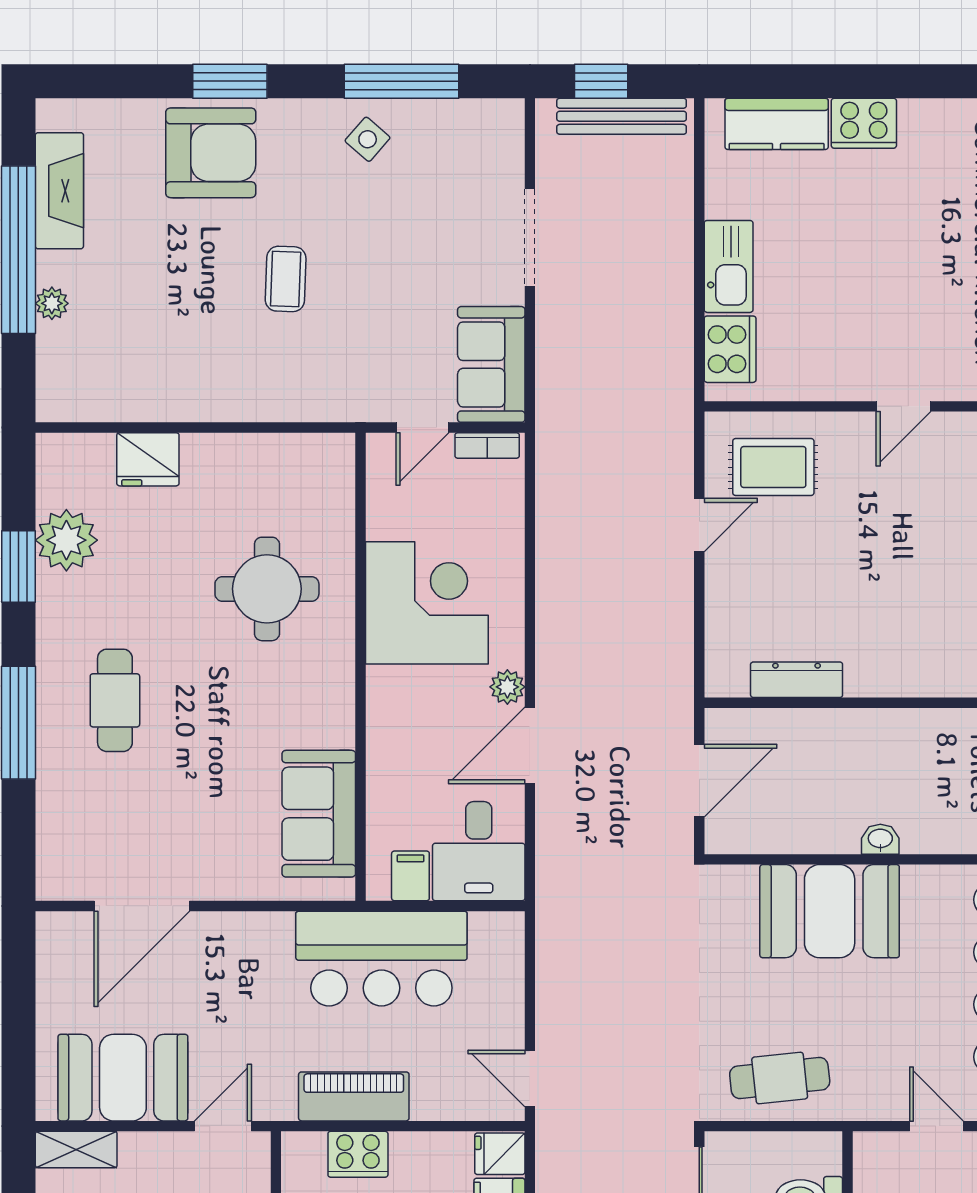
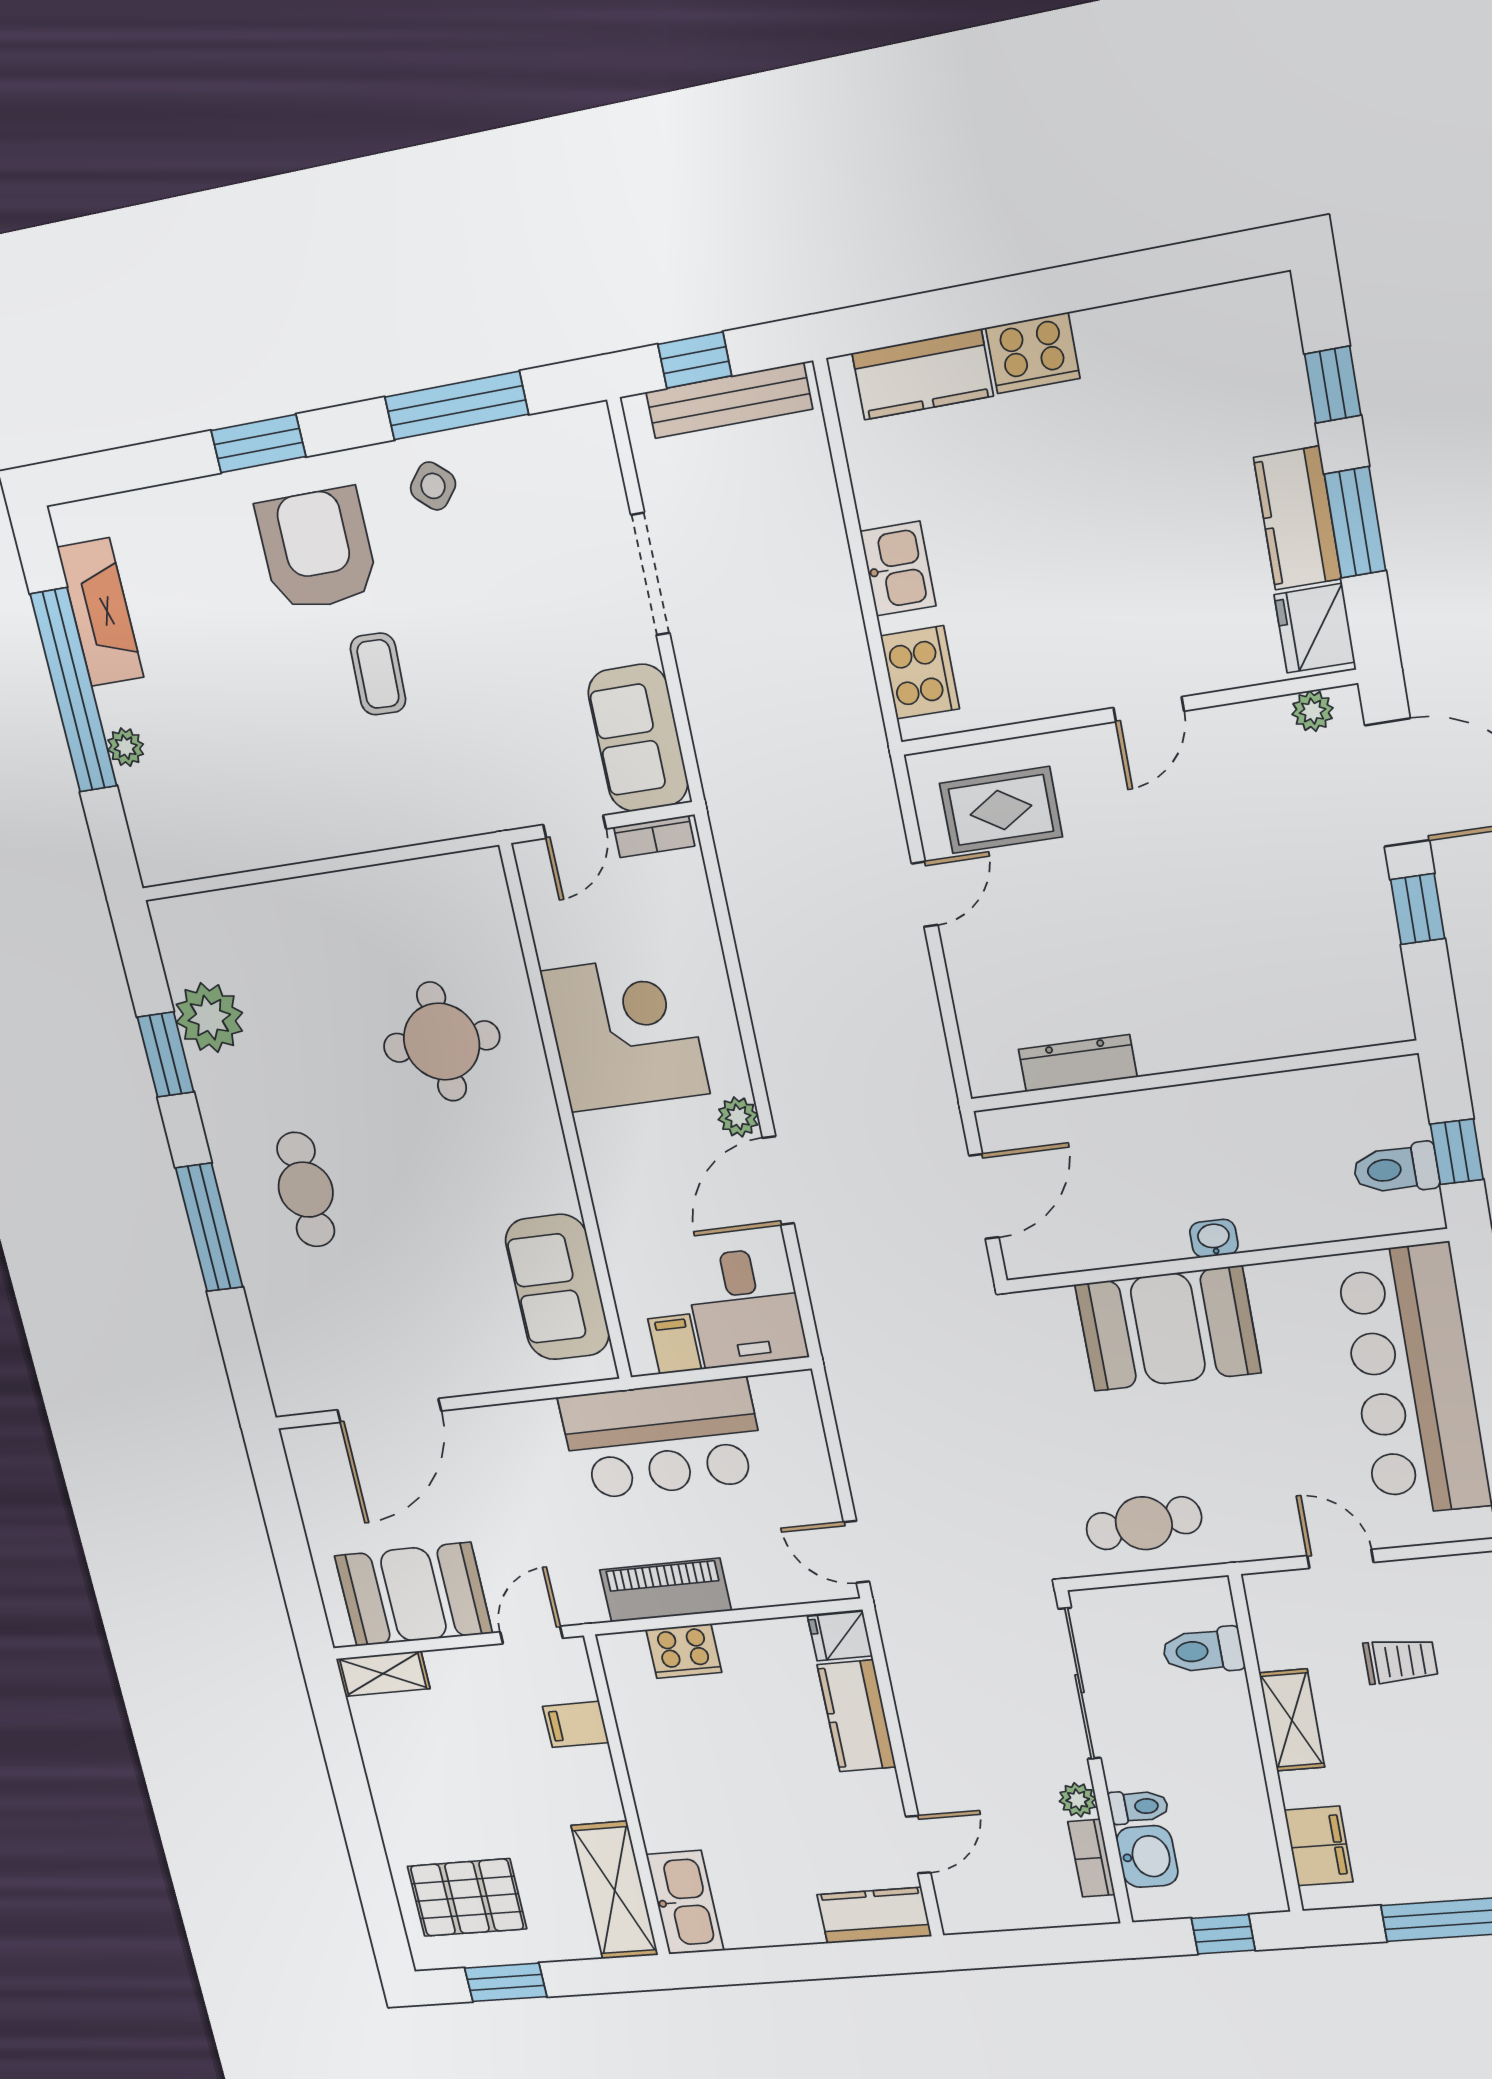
armchair: (211, 153) -> (317, 549), moved, turned -90
kitchen sink: (729, 266) -> (898, 569), width x0.73
fridge: (148, 459) -> (275, 912), removed

